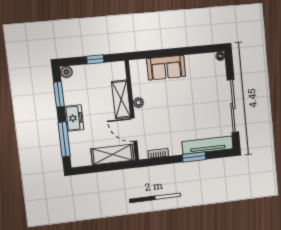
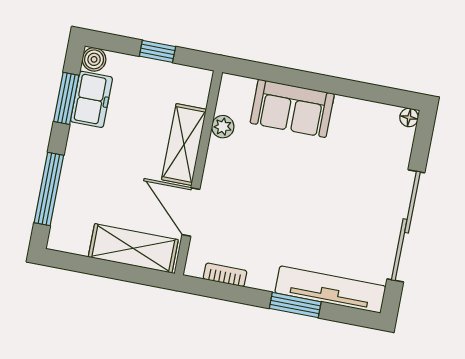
plant: (138, 103) -> (223, 127), moved
freezer: (74, 118) -> (91, 99), moved

